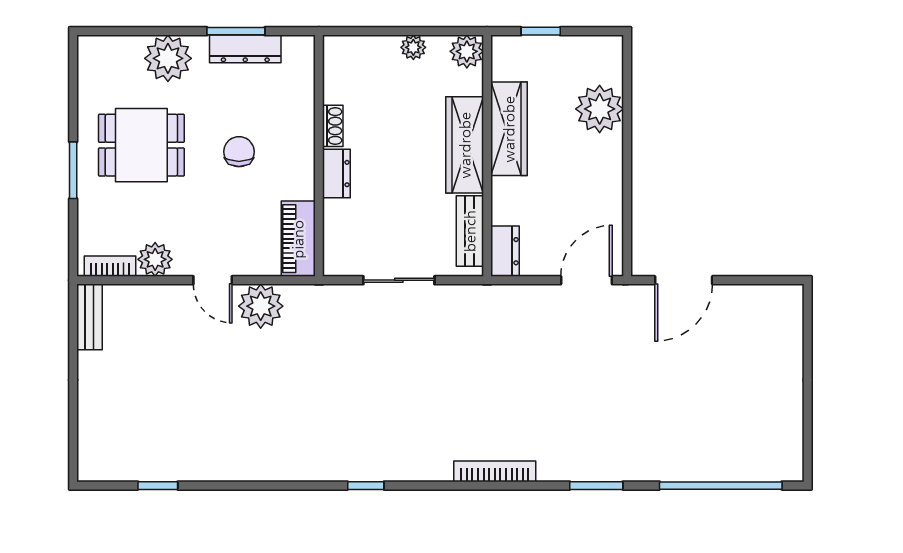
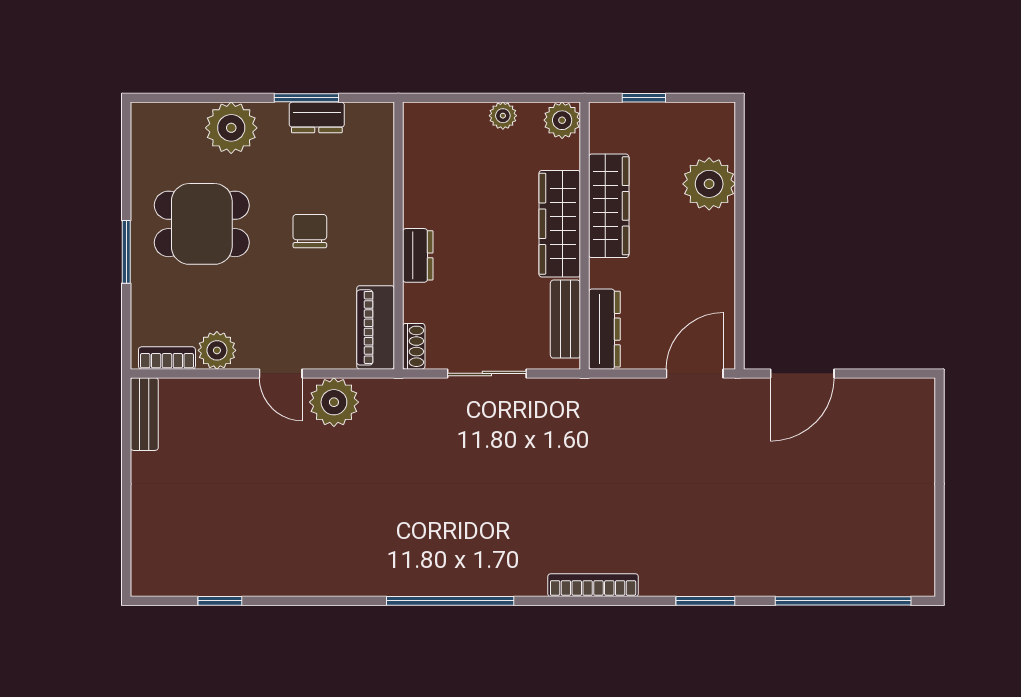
dresser: (245, 49) -> (317, 117), width x0.70
shoe rack: (333, 126) -> (414, 346), moved
dresser: (505, 251) -> (604, 329), width x1.44
window: (366, 486) -> (450, 601), width x3.17

